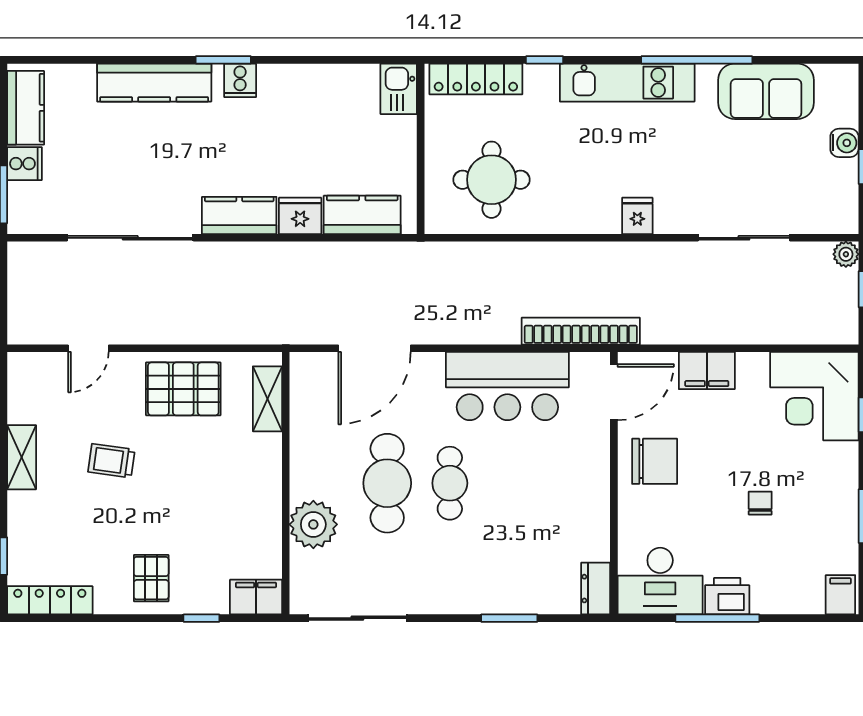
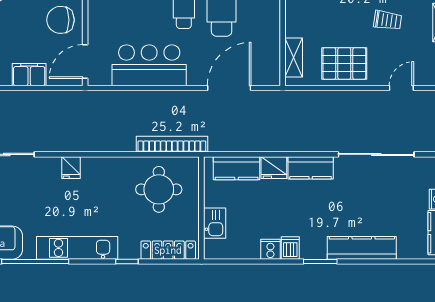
cooker: (240, 80) -> (270, 249), moved
dishwasher: (273, 82) -> (290, 248), added
kitchen sink: (399, 89) -> (215, 223), moved
bookcase: (581, 331) -> (172, 144), moved, turned 180

